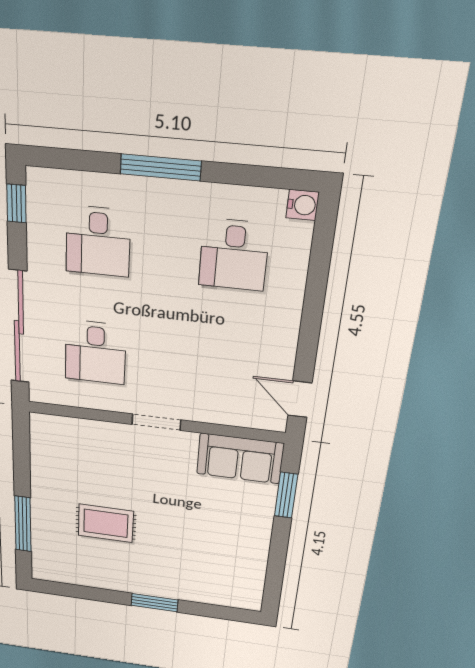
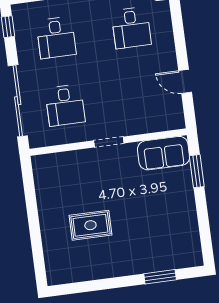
door: (300, 399) -> (185, 81), moved
window: (23, 524) -> (36, 242), removed
window: (154, 603) -> (160, 277), moved

